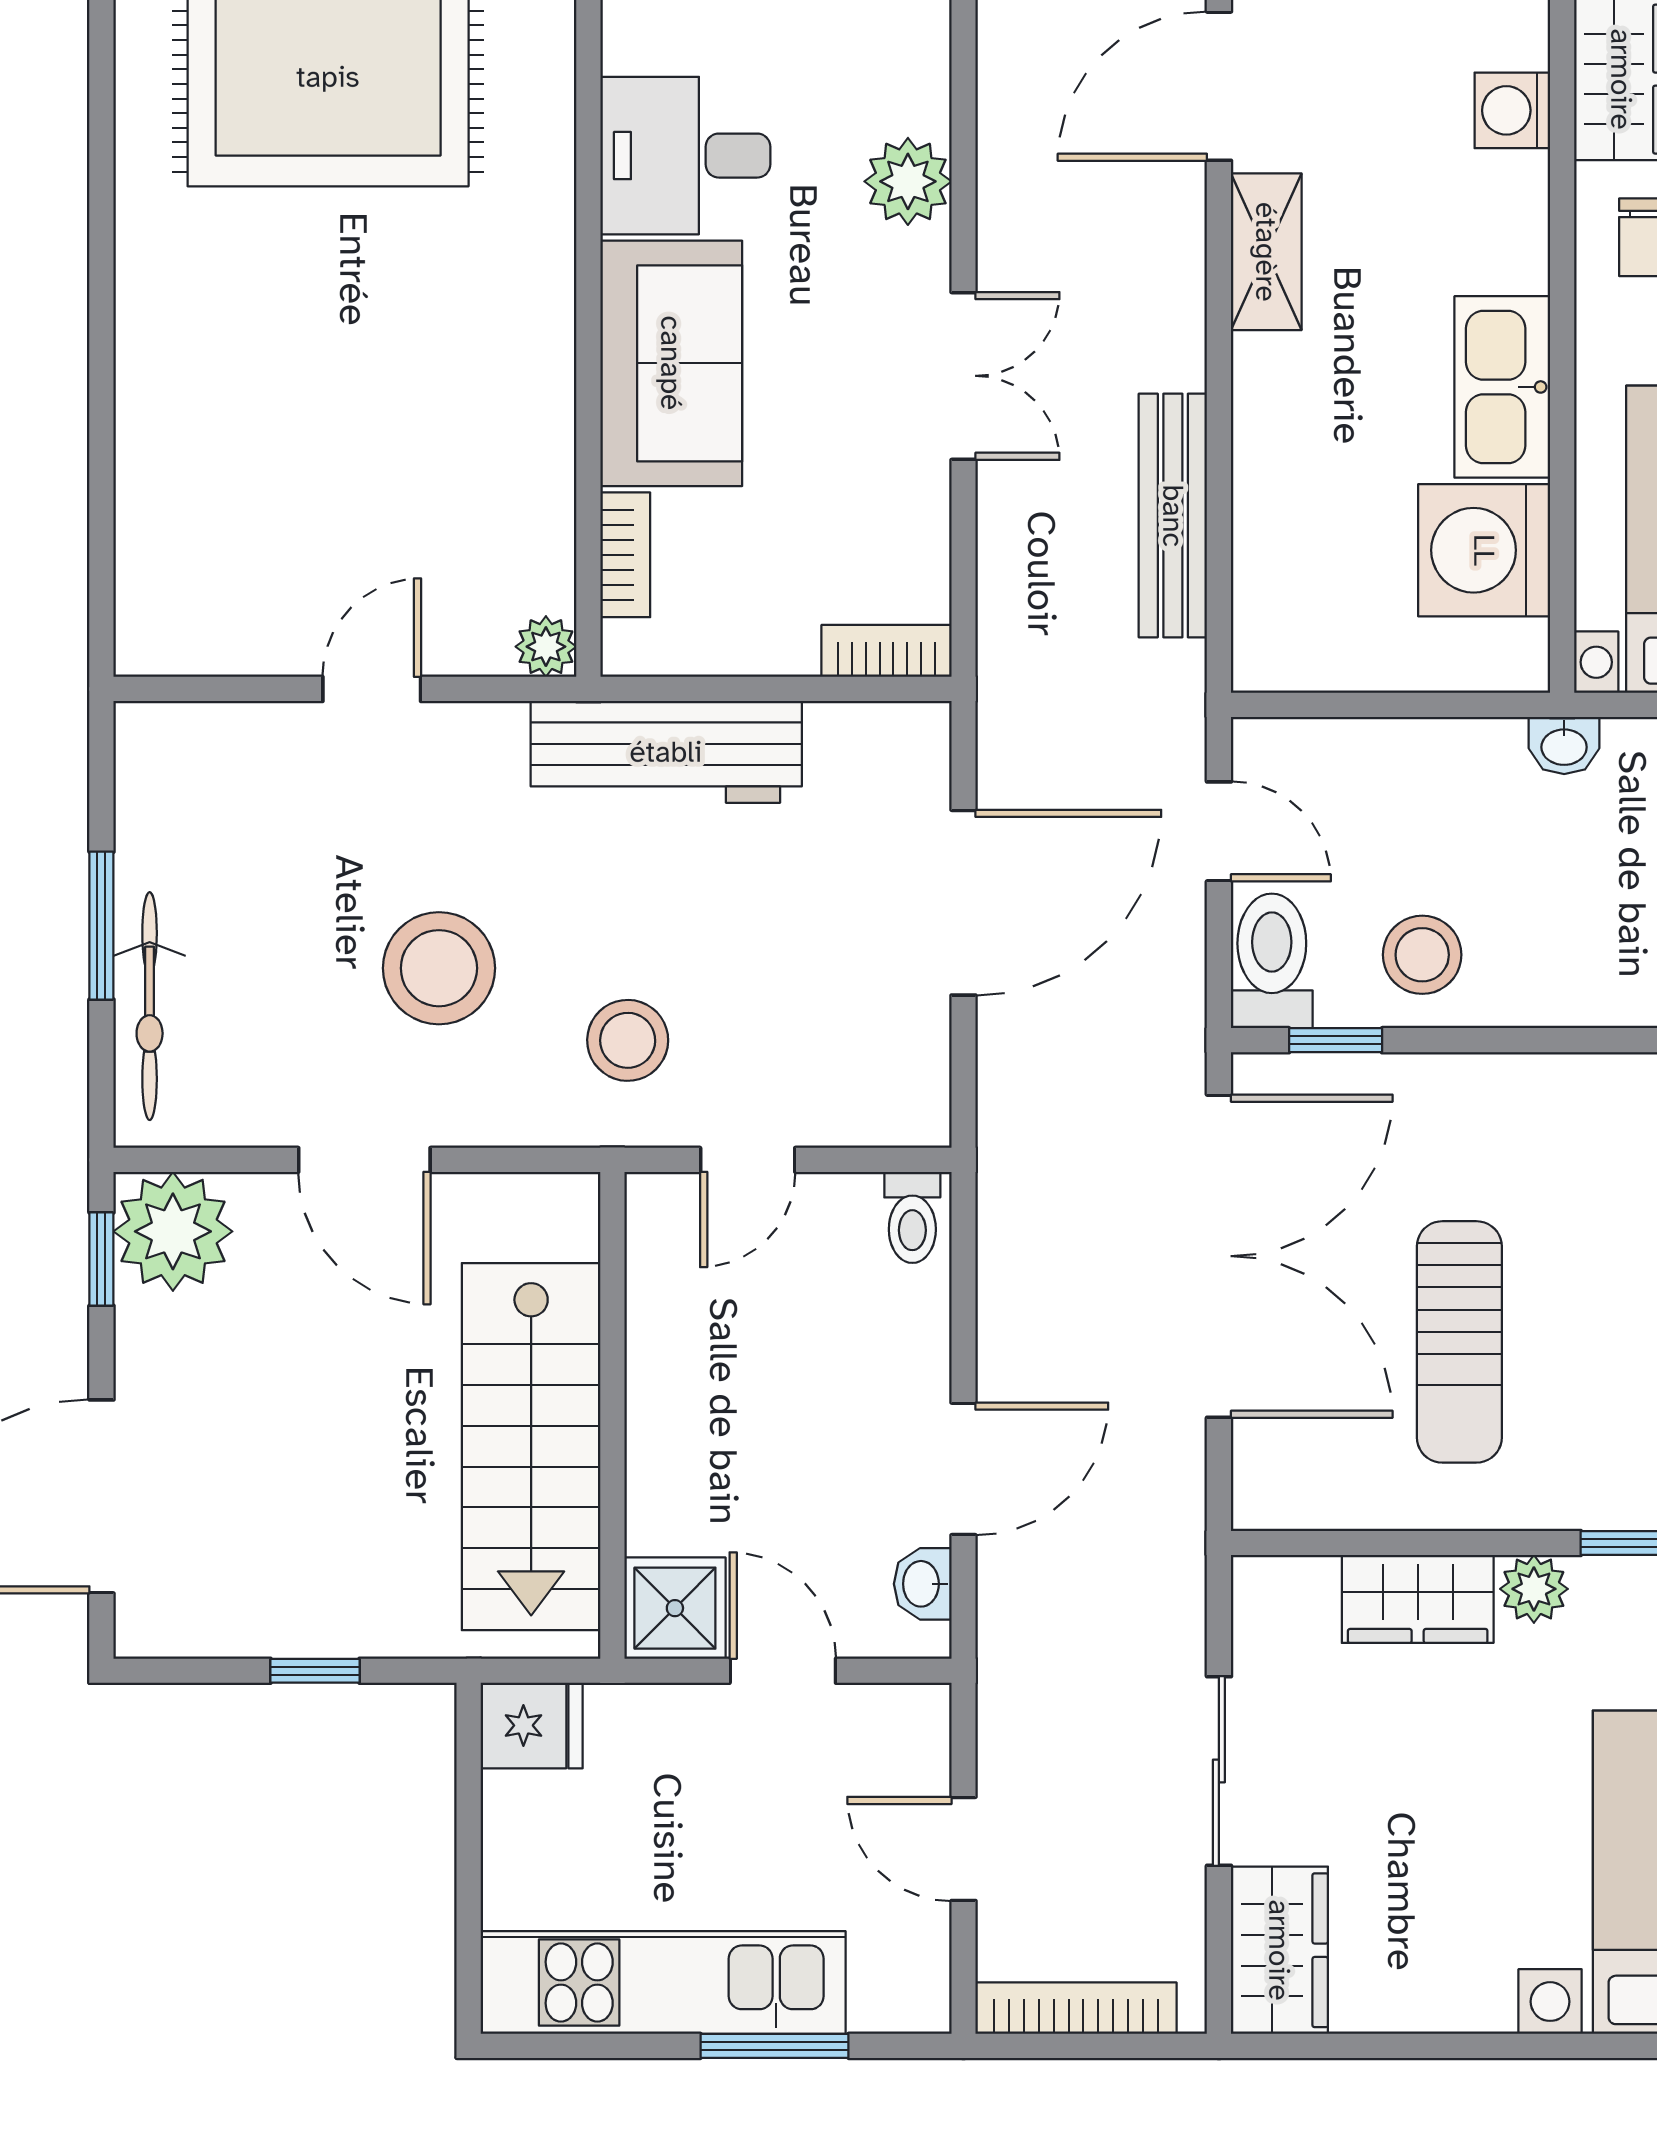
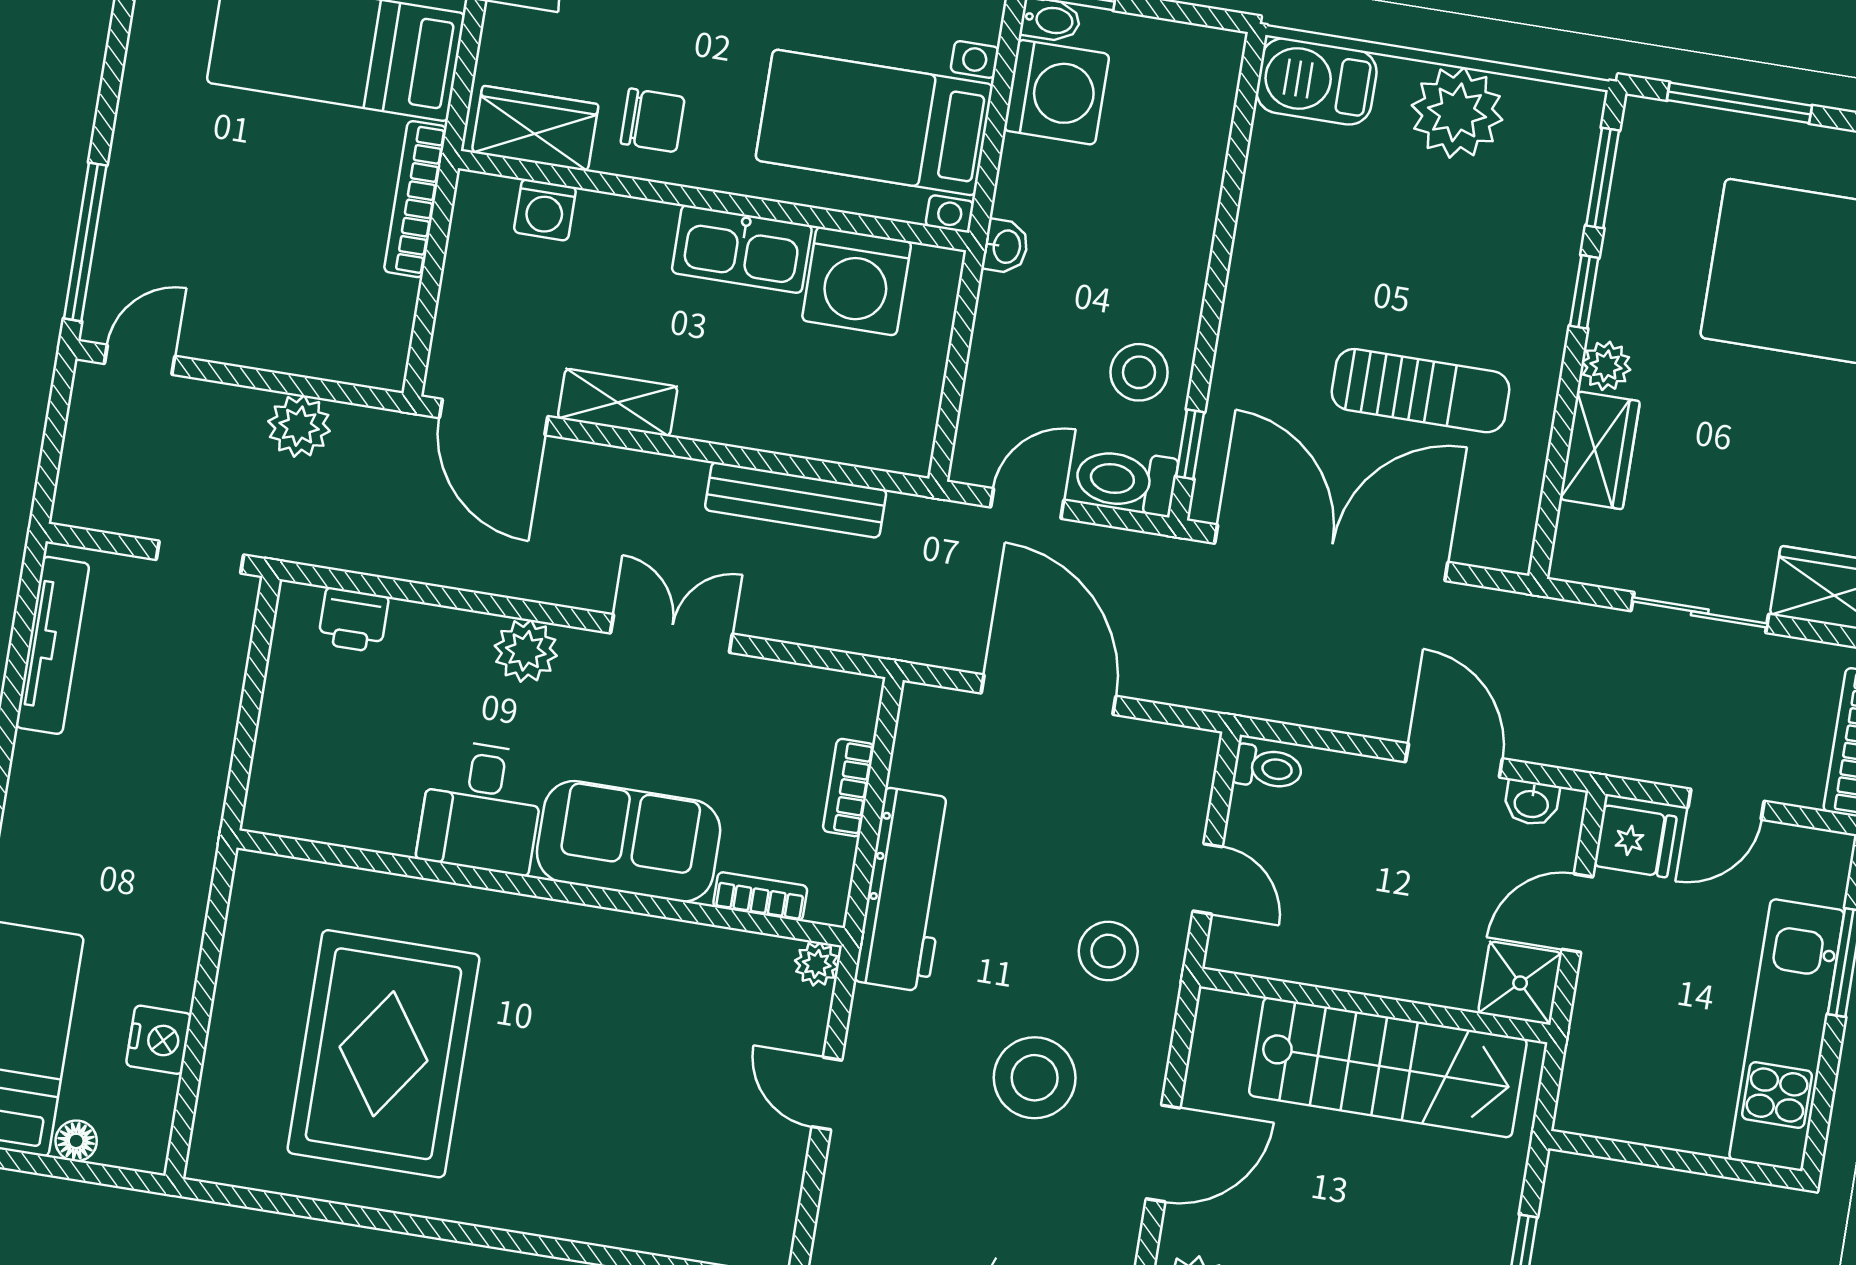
bookcase: (886, 651) -> (849, 788), moved
fridge: (532, 1725) -> (1635, 841), moved, turned 90

